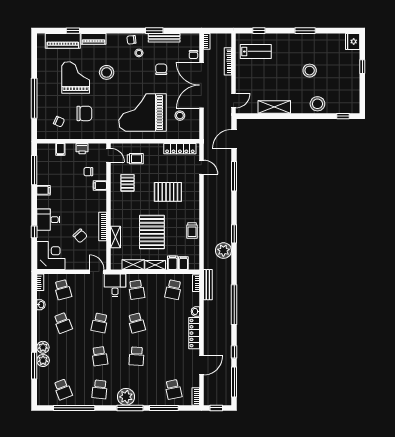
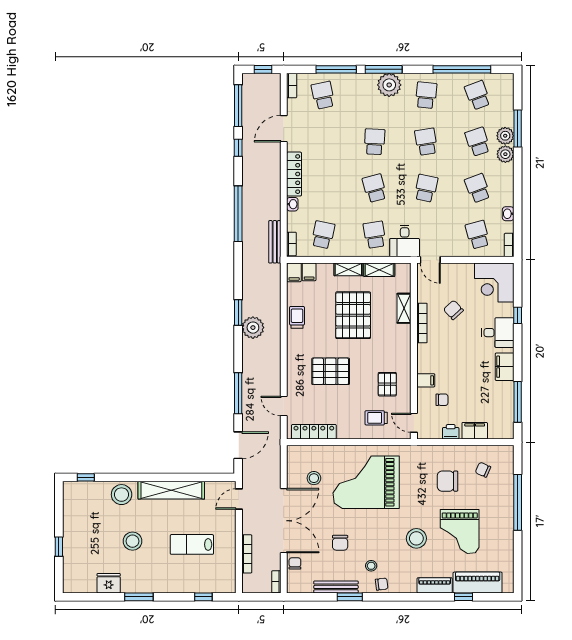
fridge: (353, 42) -> (109, 583), moved, turned -90
lab bench: (256, 51) -> (192, 544), moved
shelving: (274, 107) -> (171, 490), width x1.47
grand piano: (143, 113) -> (366, 482), turned 180
filing cabinet: (60, 149) -> (475, 431), width x2.00
filing cabinet: (43, 190) -> (505, 367), width x2.00
plant: (223, 251) -> (253, 328), moved
filing cabinet: (173, 263) -> (294, 272), moved
school desk: (63, 356) -> (478, 142), added

